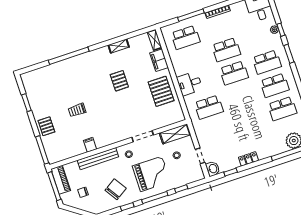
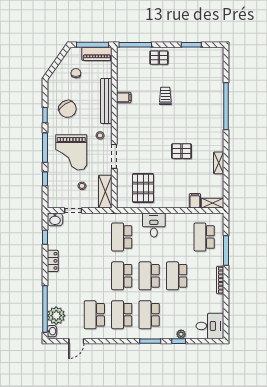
filing cabinet: (159, 60) -> (195, 201), width x0.50
pallet: (161, 91) -> (143, 188), moved, turned 90
school desk: (242, 96) -> (122, 276), added

